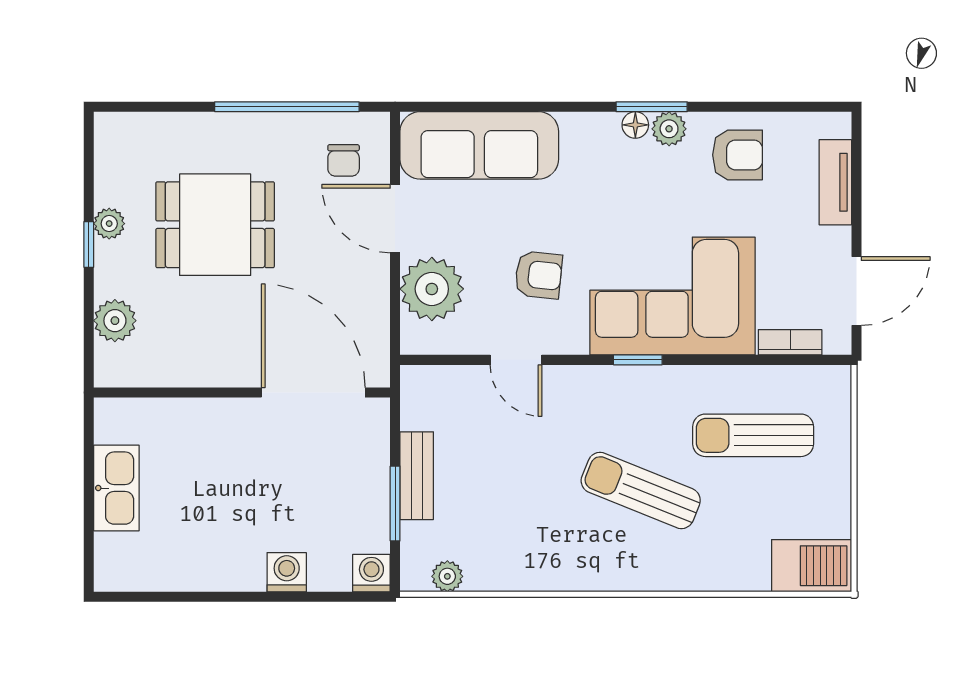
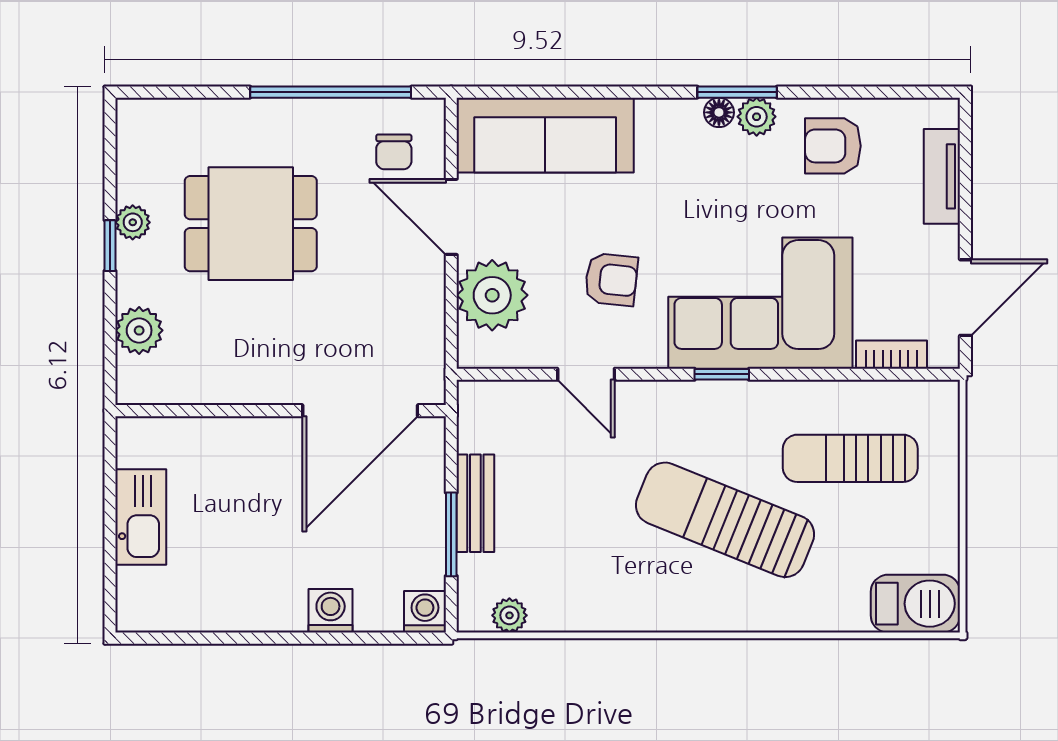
armchair: (738, 155) -> (833, 146), turned 180
door: (313, 393) -> (360, 411), swing flipped
sun lounger: (641, 491) -> (725, 520), width x1.36, depth x1.34

